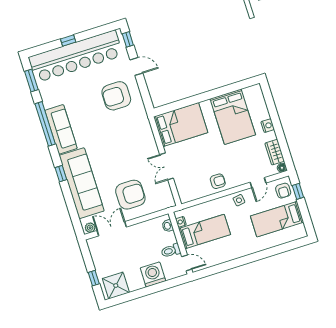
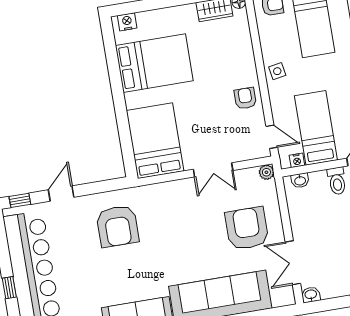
armchair: (116, 96) -> (117, 226), moved
nightstand: (268, 126) -> (127, 22), moved
door: (258, 183) -> (272, 137), moved
plant: (90, 228) -> (266, 172), moved
washbasin: (92, 244) -> (311, 295), added

